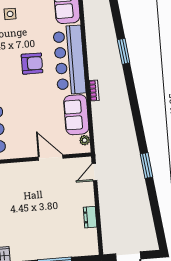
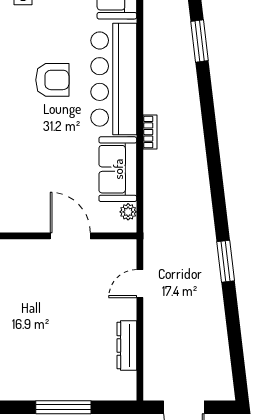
window: (124, 51) -> (199, 41), moved
door: (94, 172) -> (140, 284), moved
dresser: (90, 217) -> (127, 345), width x1.44

